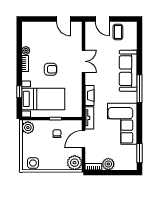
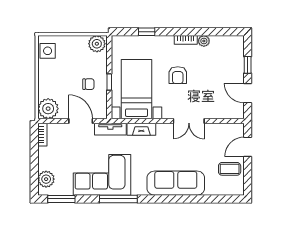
window: (43, 19) -> (248, 65), added
door: (63, 19) -> (248, 93), hinge flipped
window: (140, 89) -> (118, 199), moved
bed with nightstands: (43, 99) -> (137, 89), moved, turned 180
plant: (108, 164) -> (46, 179), moved

